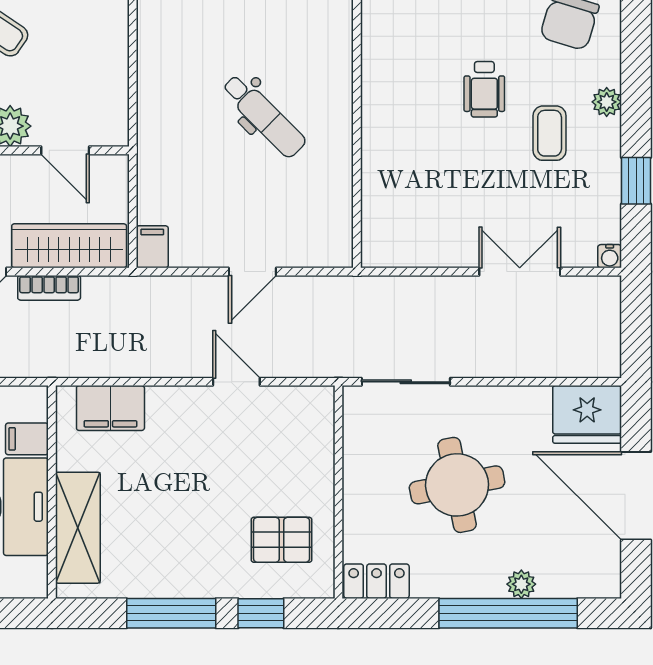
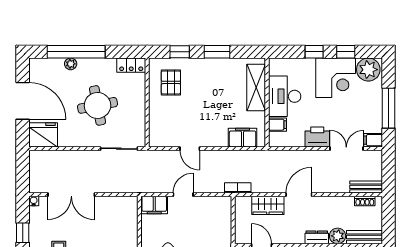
wardrobe: (69, 246) -> (268, 205), width x0.67
filing cabinet: (152, 247) -> (154, 205), moved, width x2.00
double door: (520, 272) -> (71, 195), width x1.37
bookcase: (49, 288) -> (238, 188), moved
pallet: (282, 540) -> (171, 82), turned 90
window: (171, 613) -> (217, 52), width x0.69

